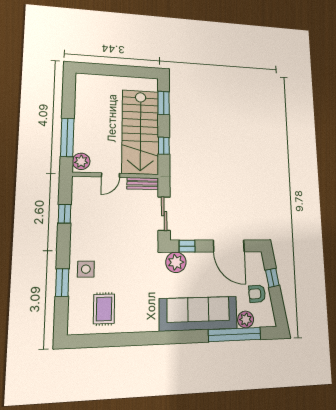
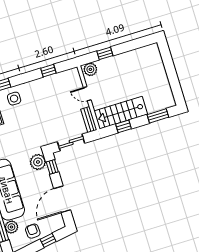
stairs: (140, 132) -> (121, 113), width x0.73, depth x0.66
window: (67, 137) -> (105, 53), width x0.46

